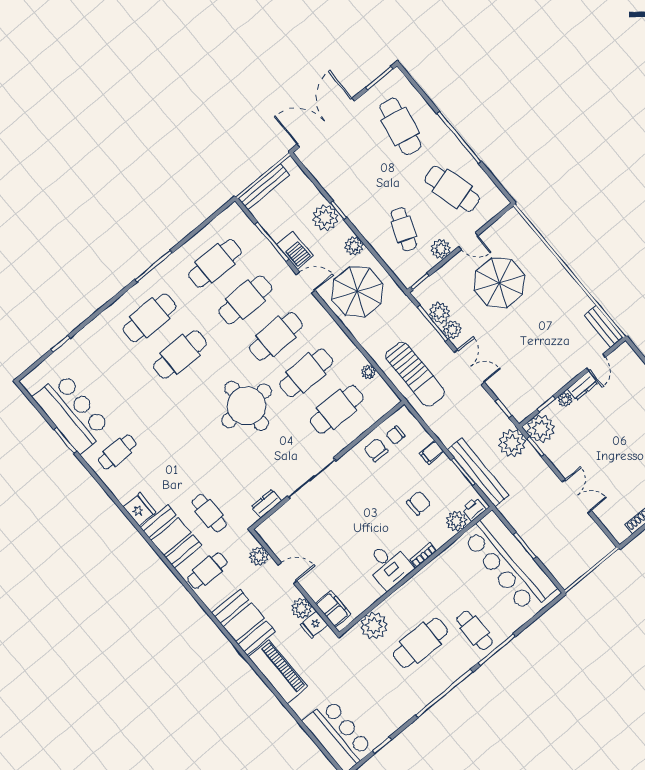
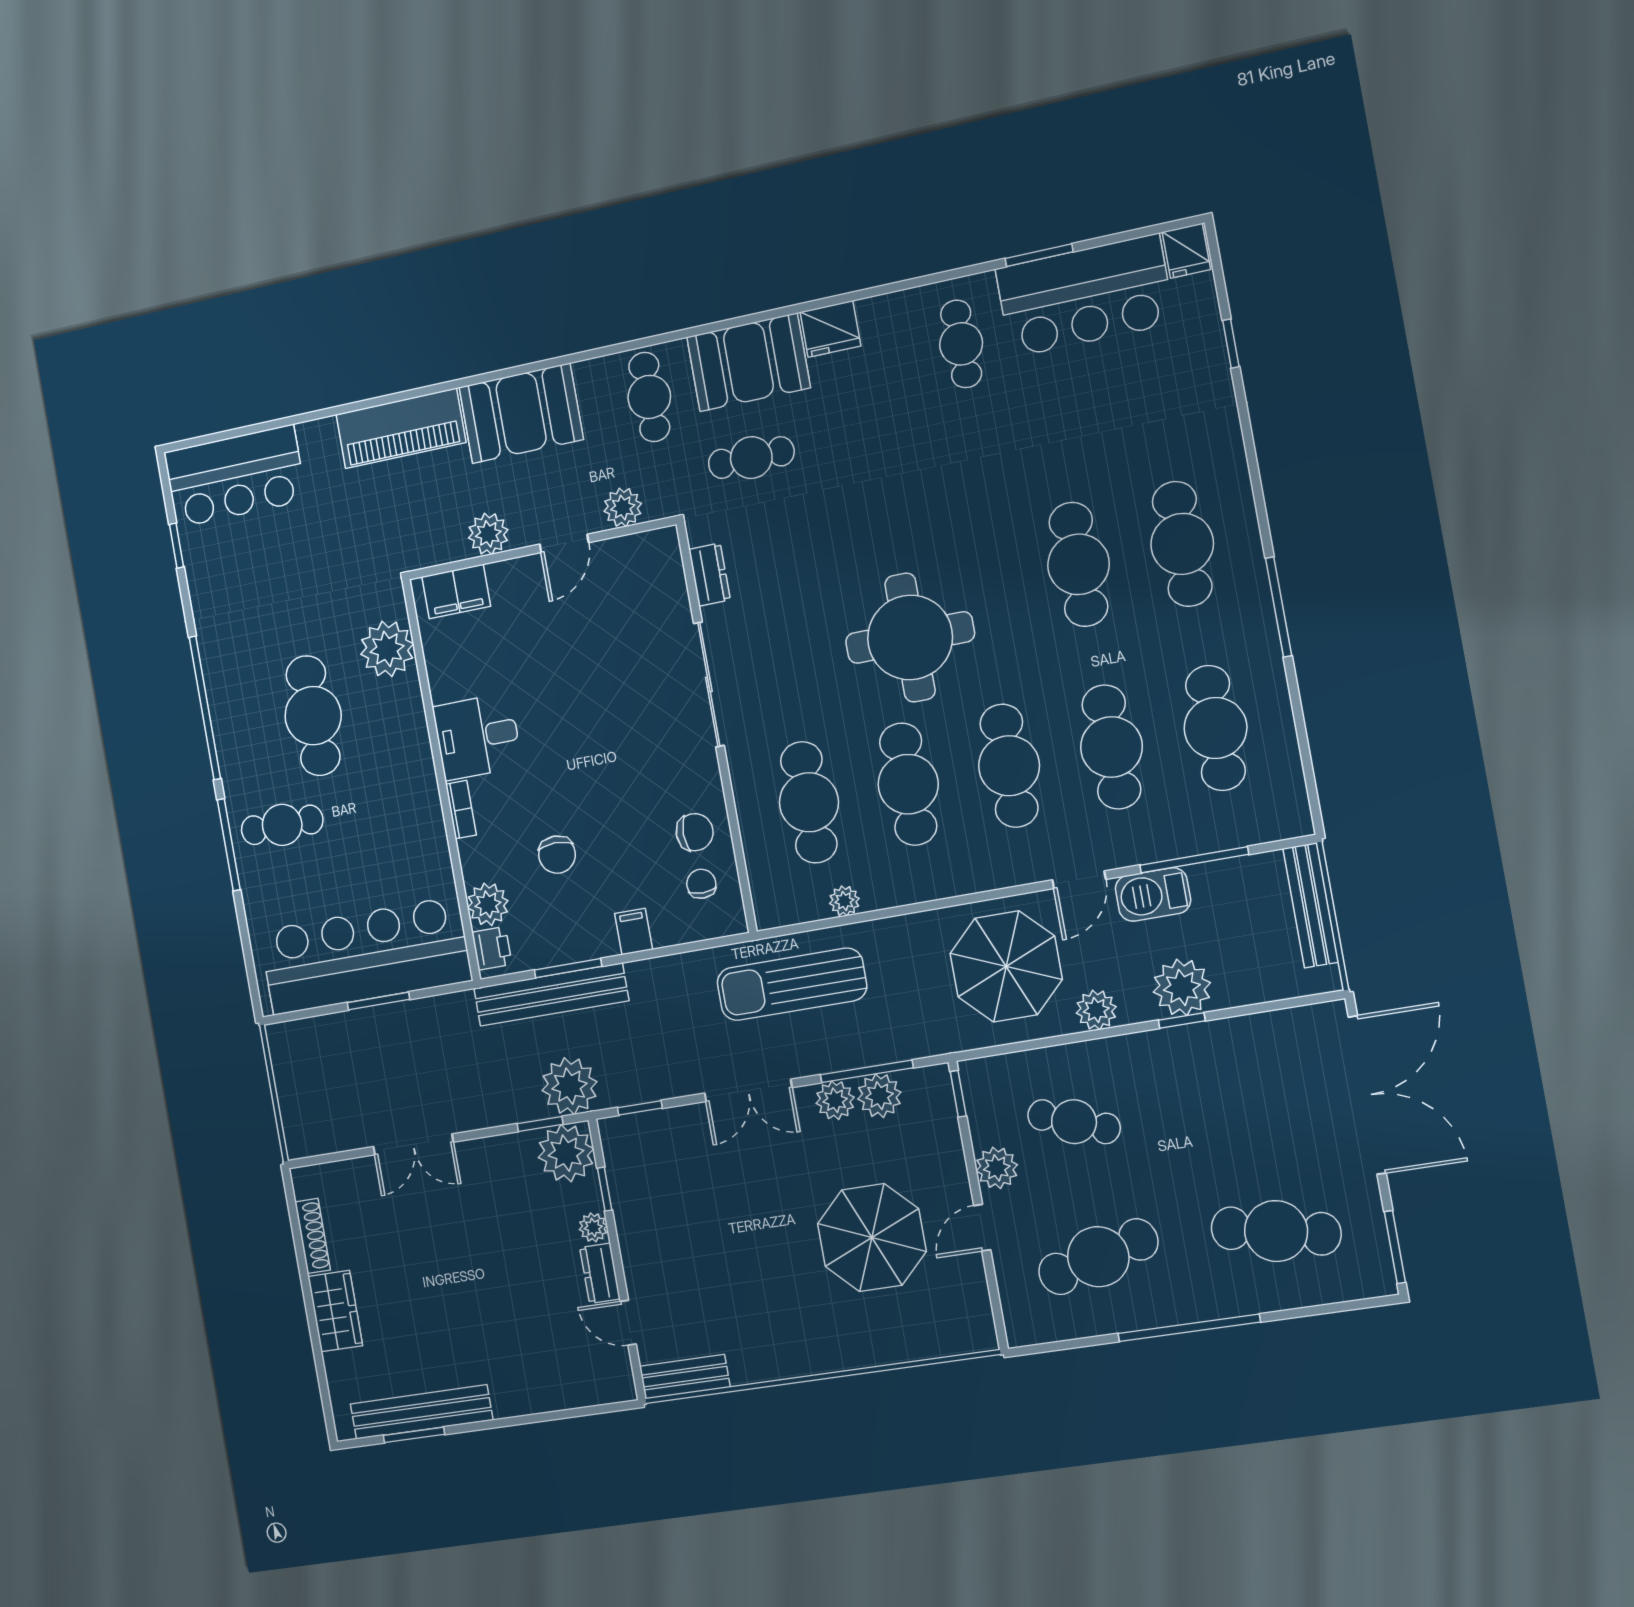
fridge: (314, 625) -> (1186, 251), moved, turned 180

